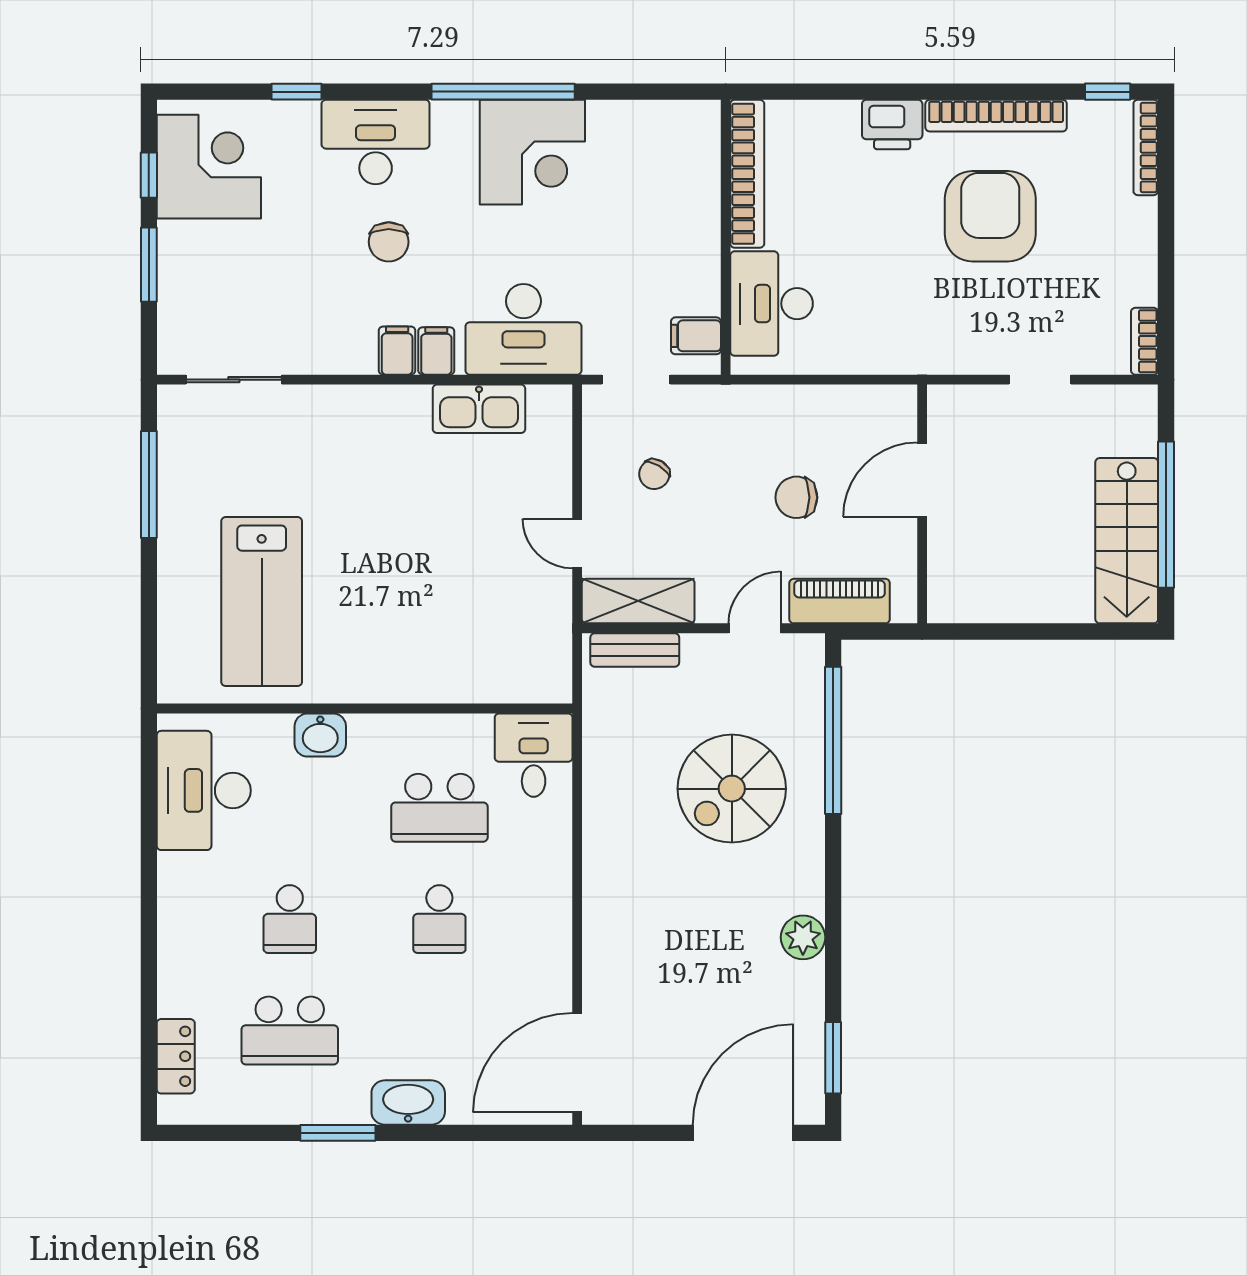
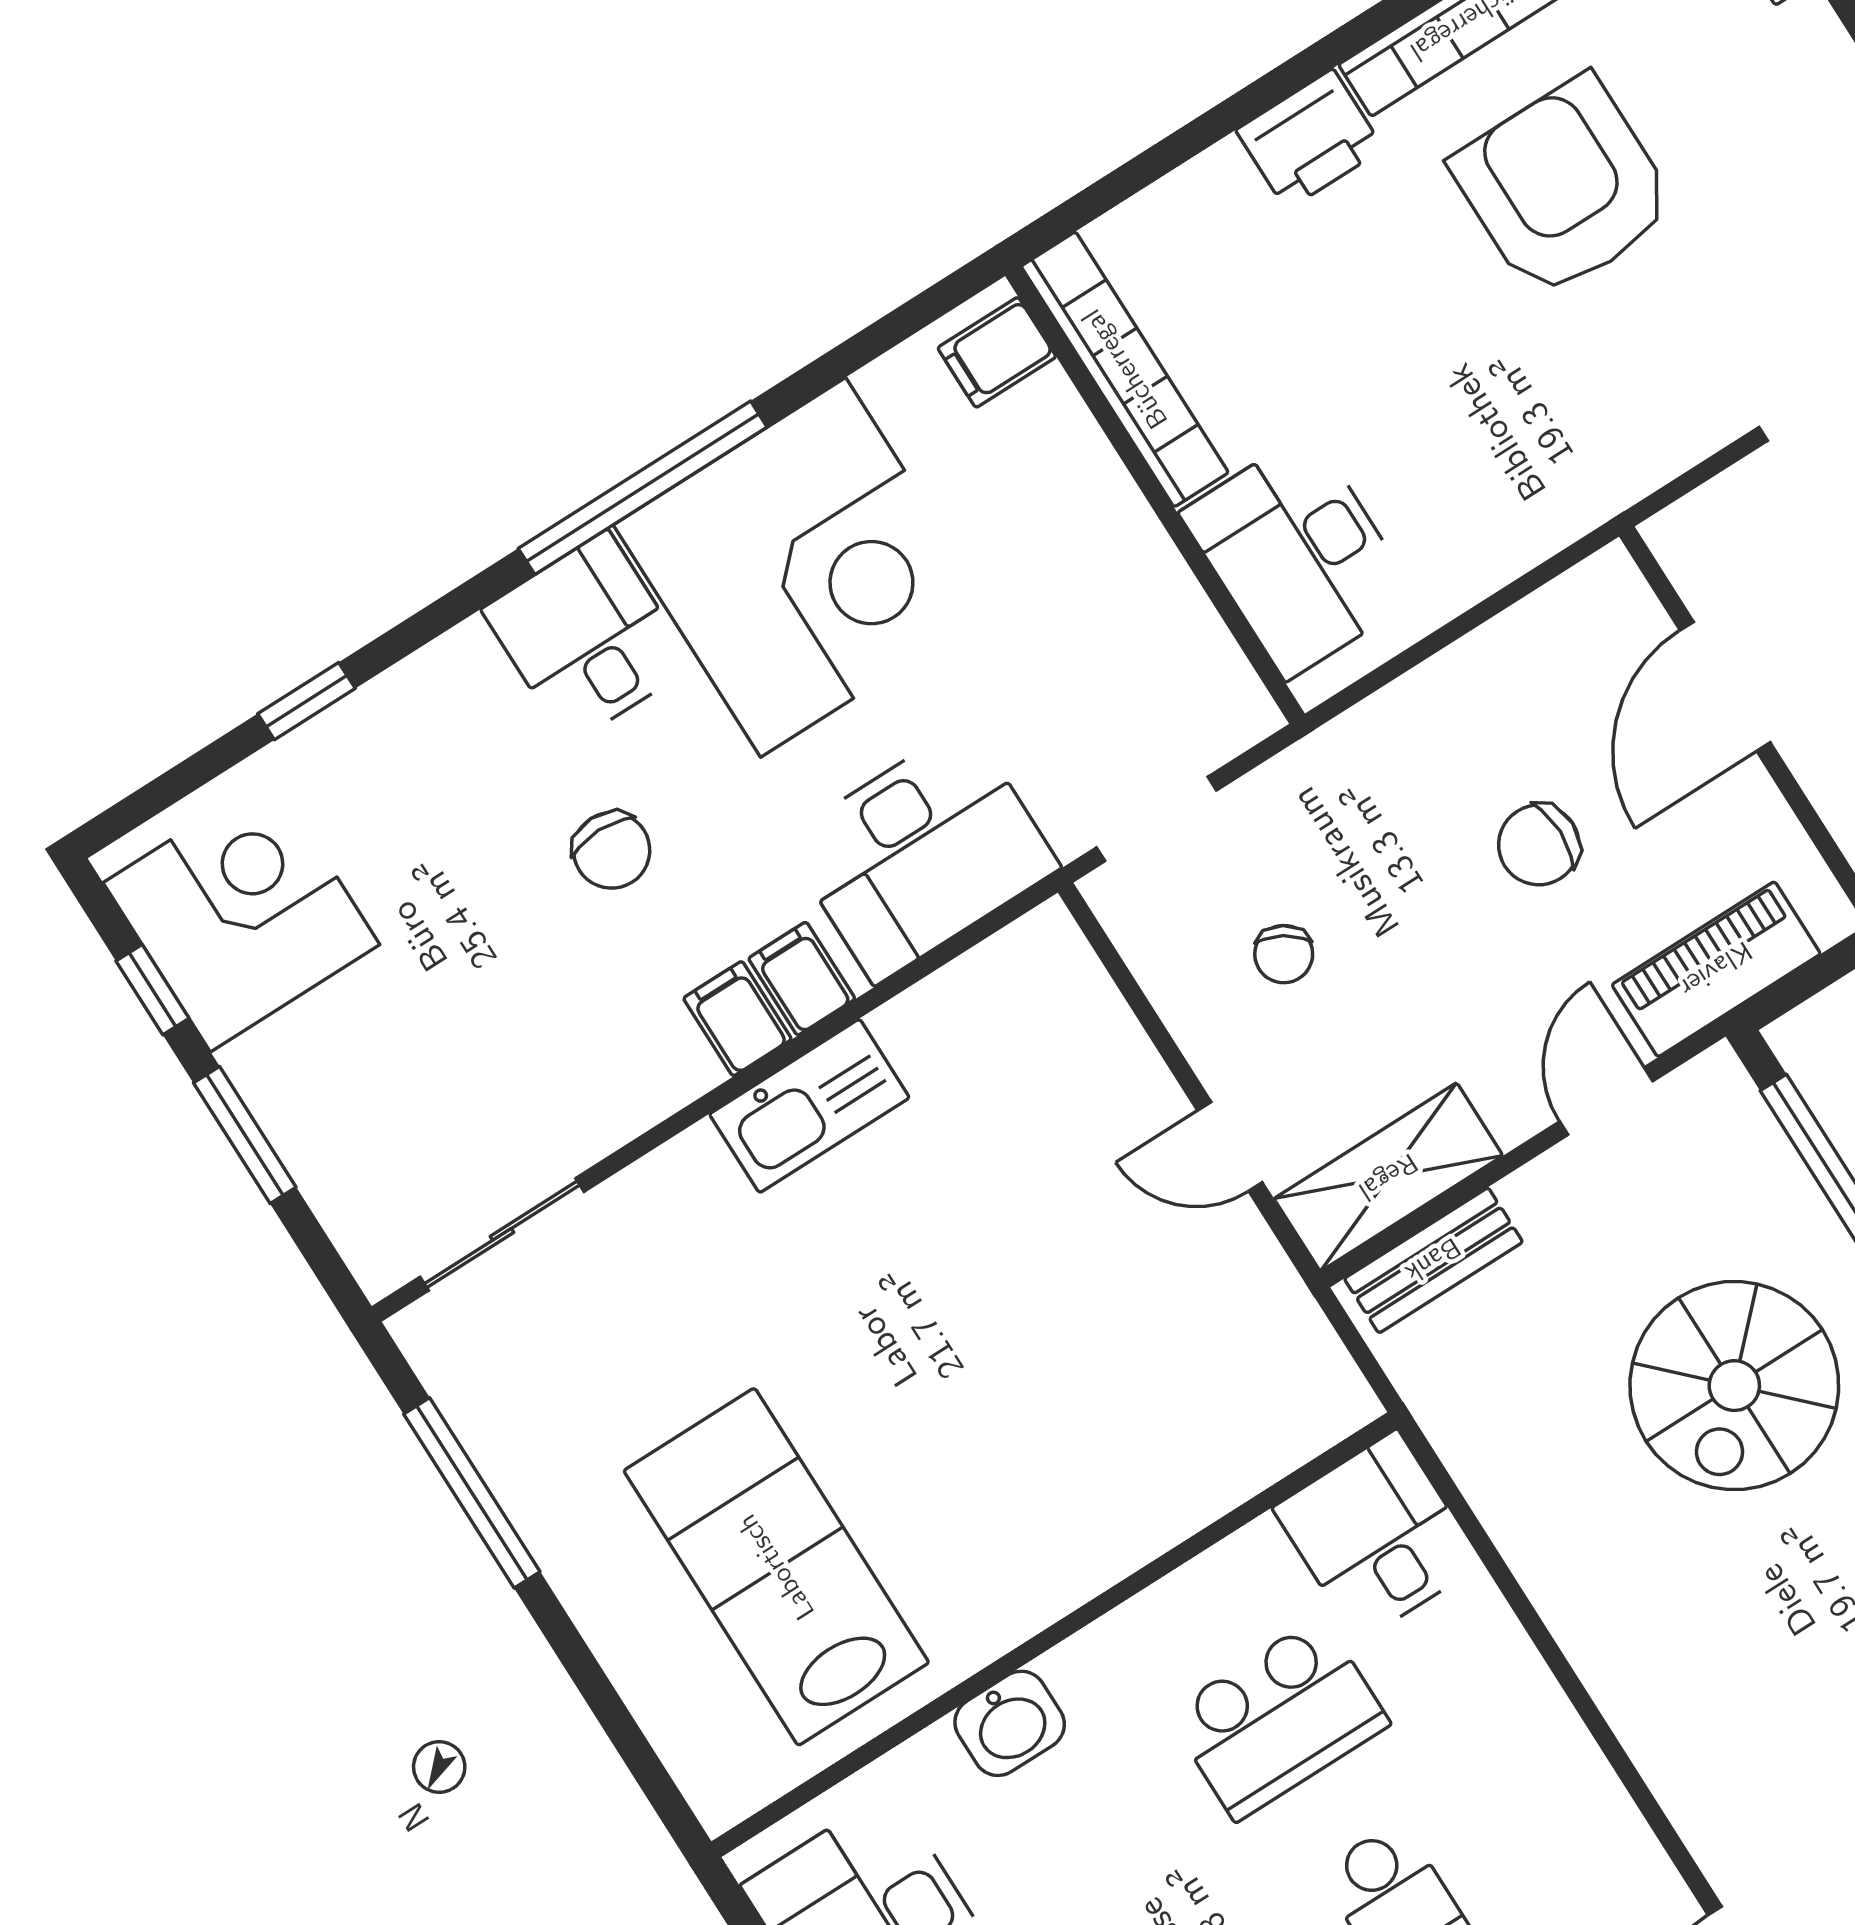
desk: (376, 142) -> (588, 638), moved, width x0.73
corner desk: (532, 152) -> (803, 567), width x1.36, depth x1.36
filing cabinet: (696, 336) -> (997, 352), moved
kitchen sink: (479, 409) -> (809, 1106), moved
lab bench: (262, 602) -> (776, 1567), turned 180

